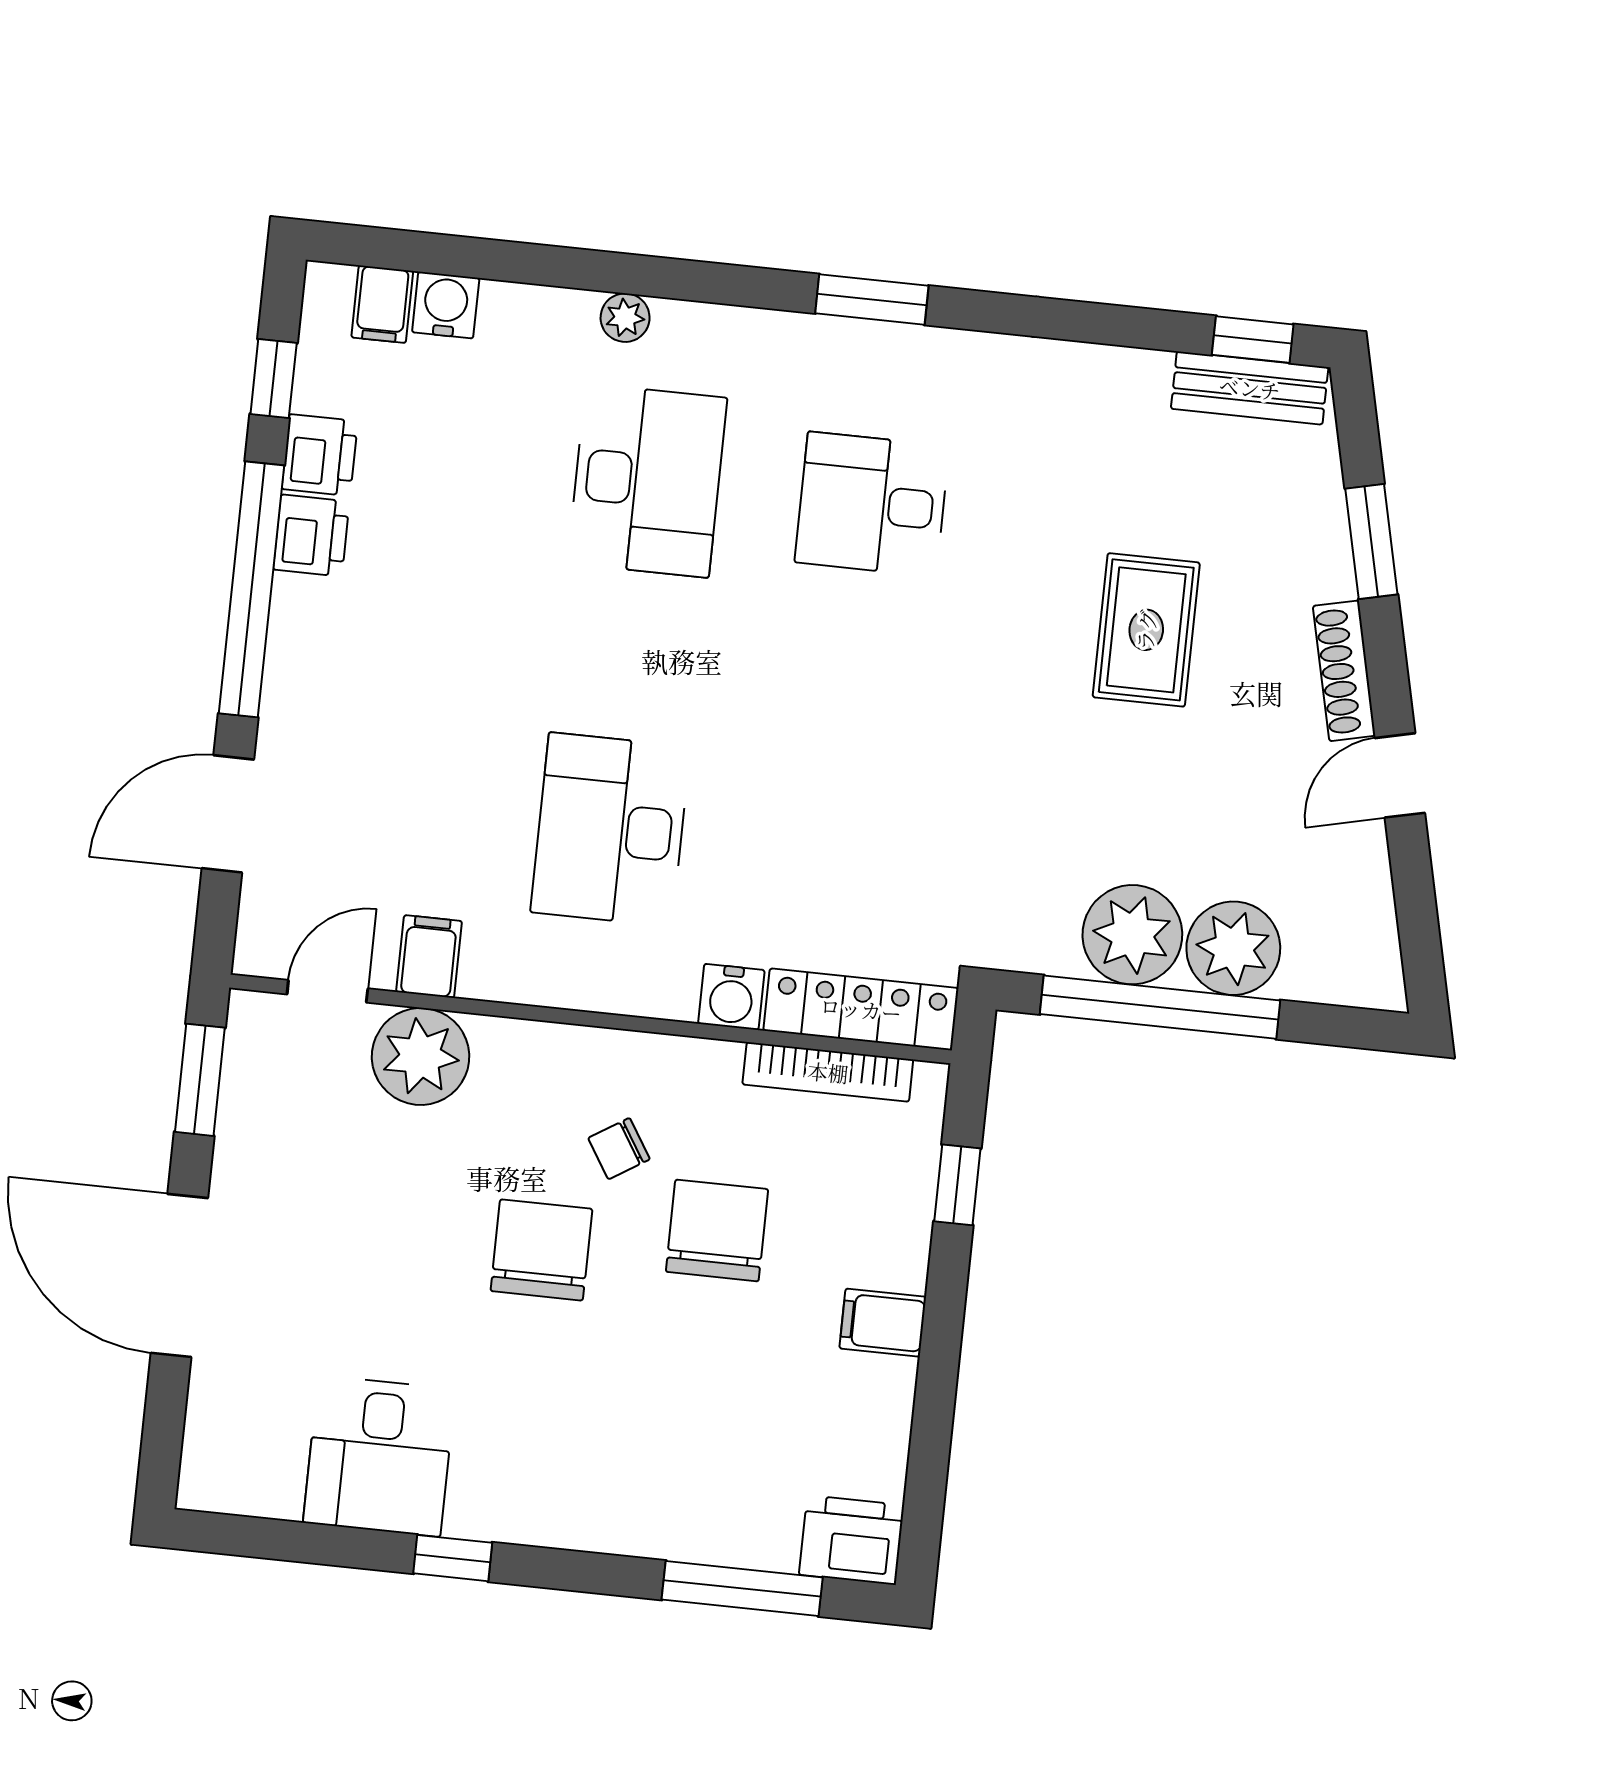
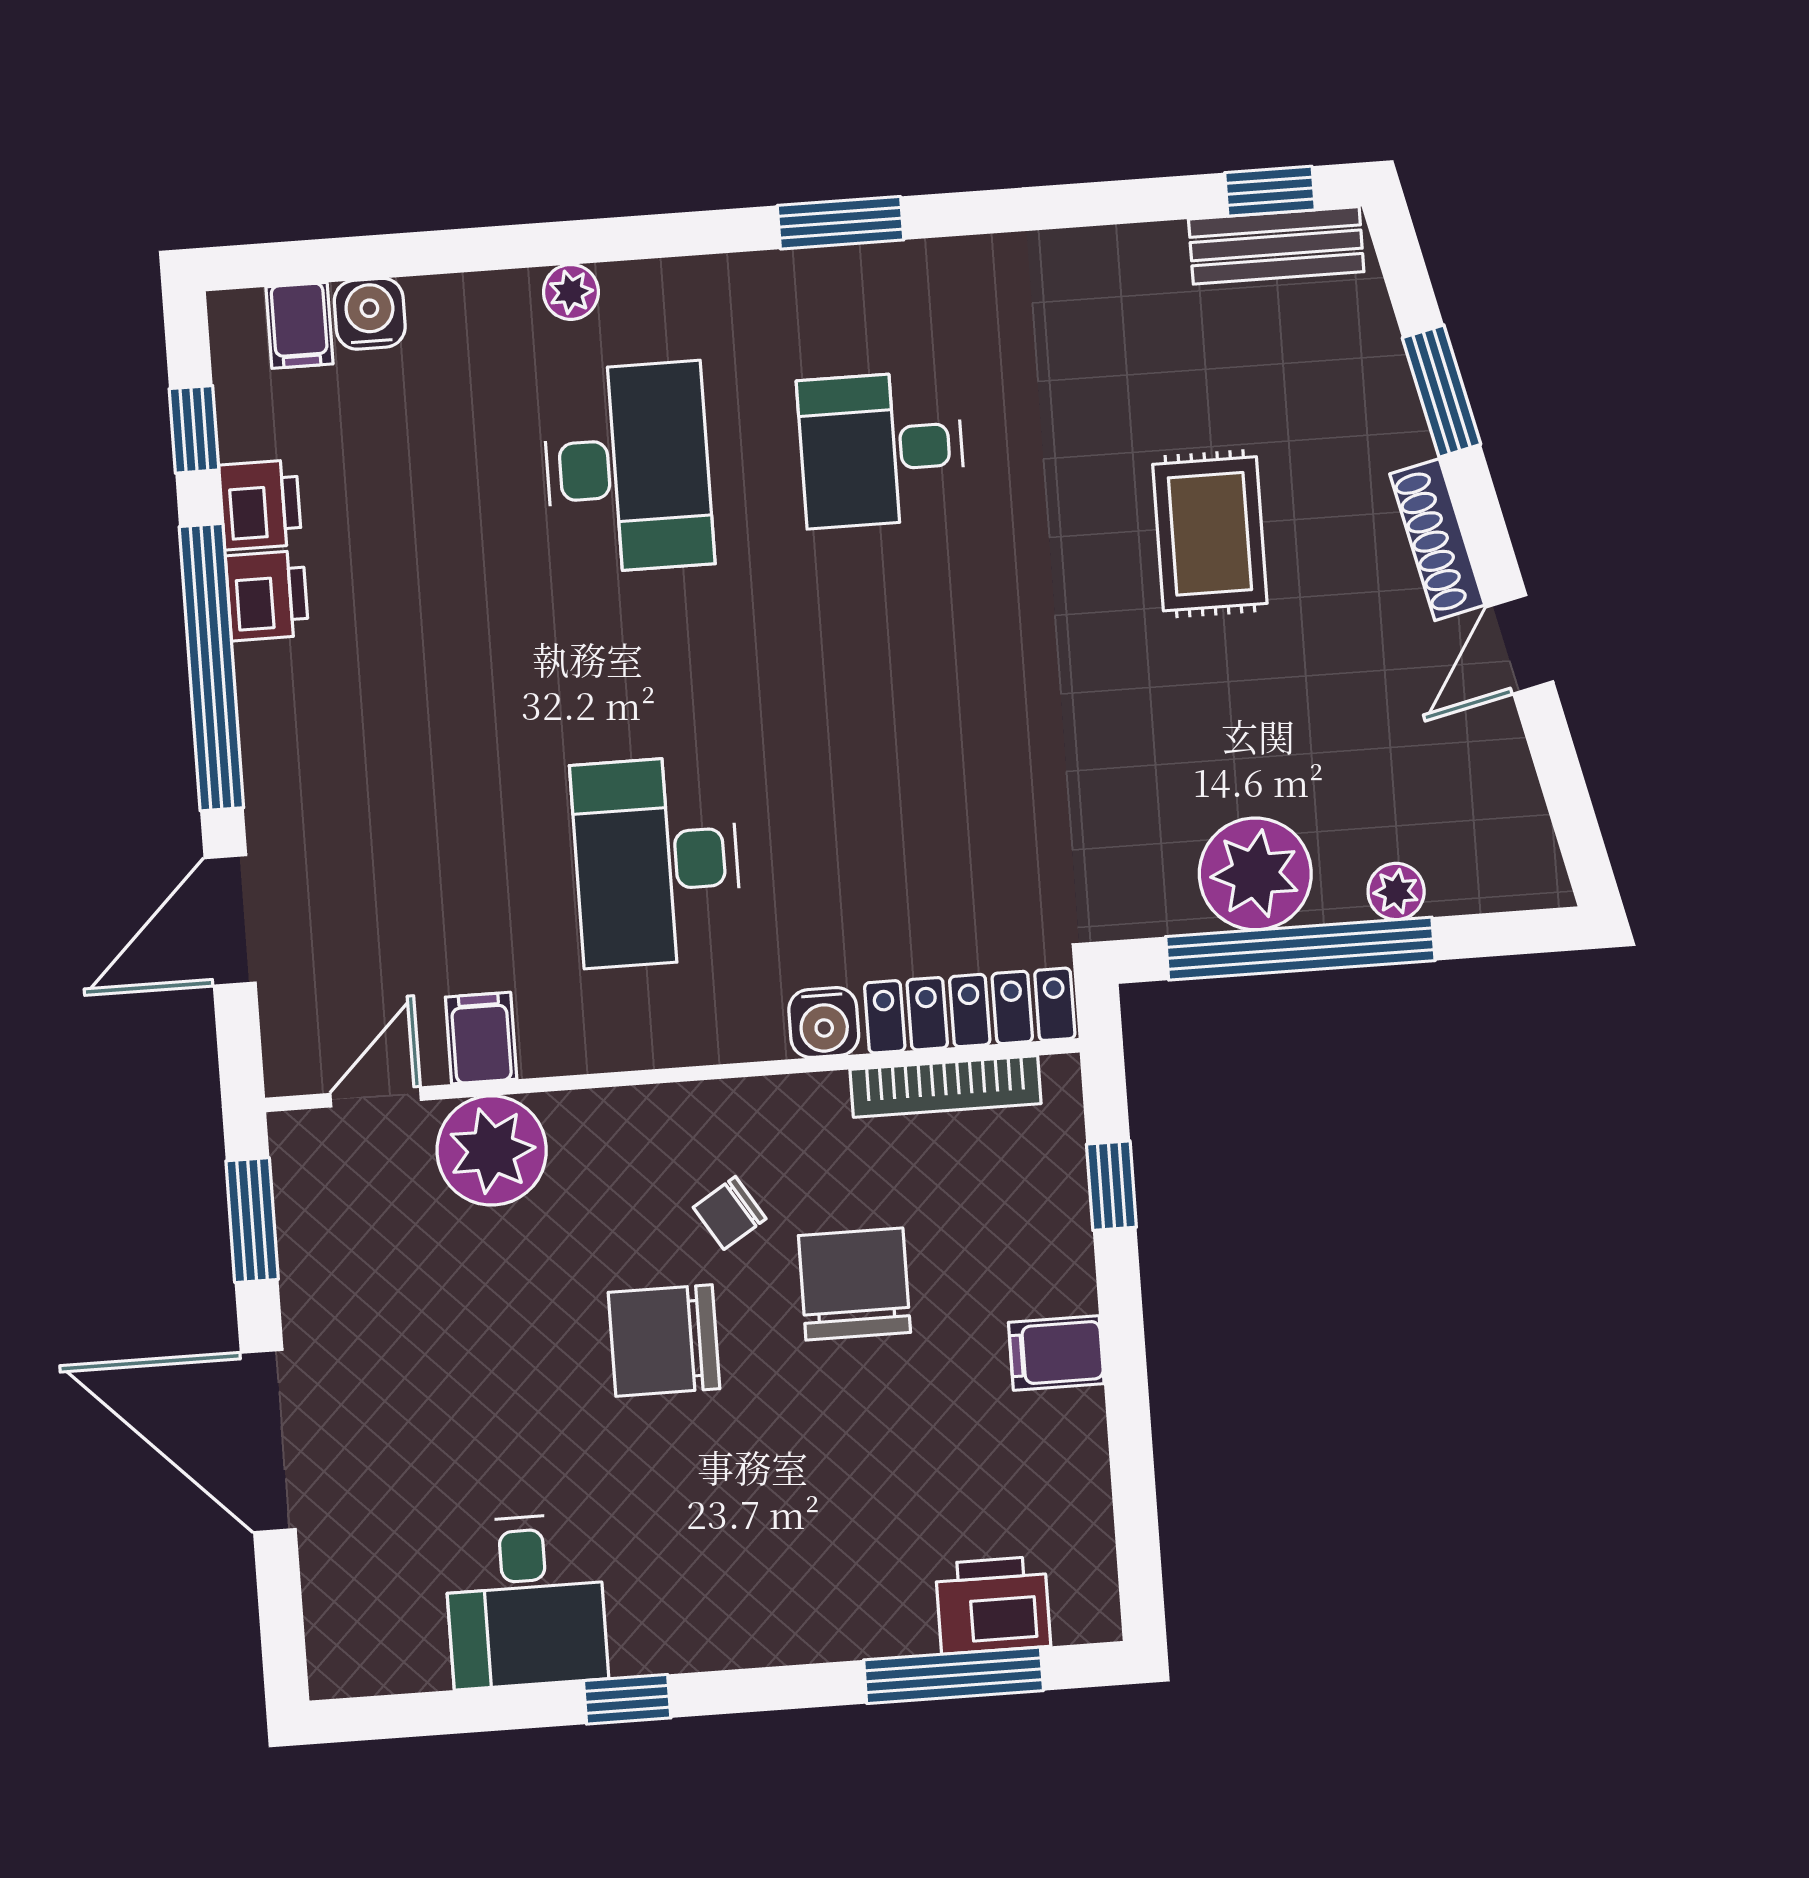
plant: (1233, 948) -> (1396, 891), width x0.53, depth x0.53
chair: (541, 1250) -> (664, 1341), turned -90
printer: (852, 1540) -> (993, 1605), moved

